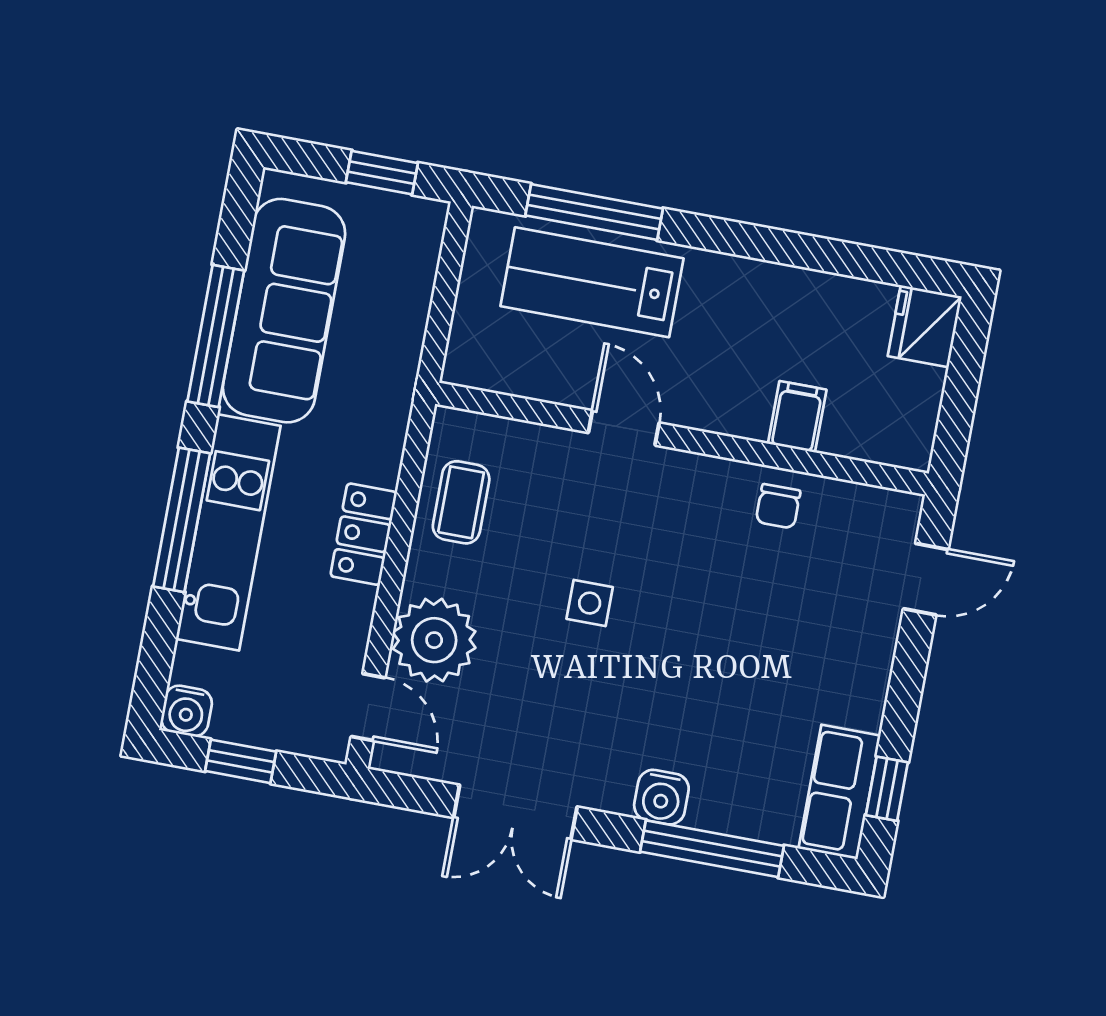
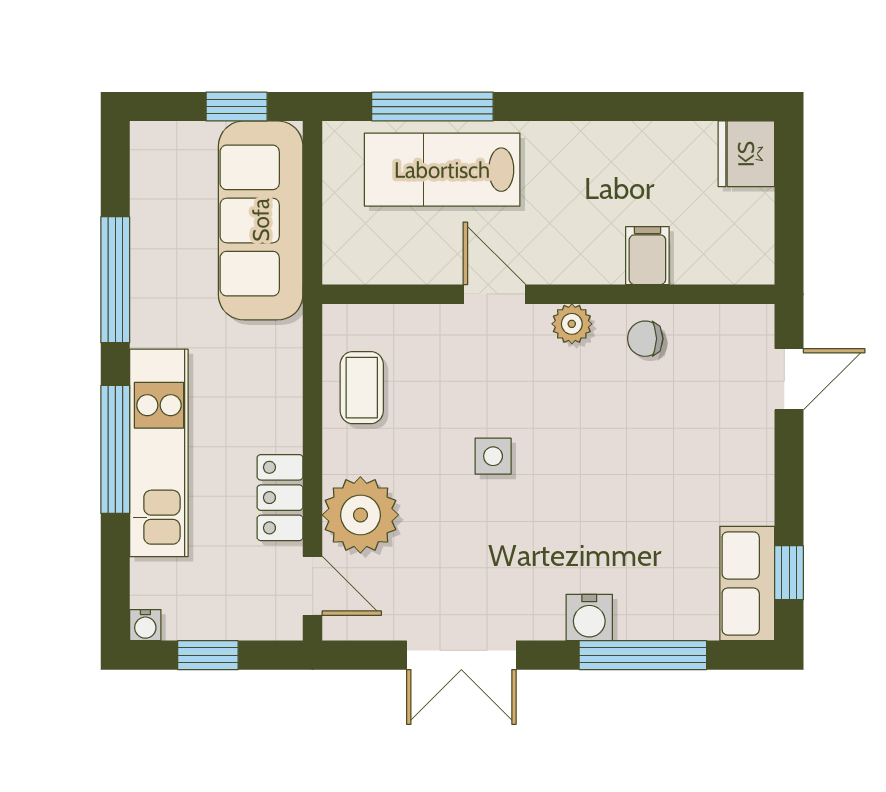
sofa: (284, 311) -> (261, 220), moved, turned 180
plant: (701, 475) -> (572, 324), added
chair: (778, 506) -> (645, 339), turned 90
locker: (364, 534) -> (280, 498), moved
water cooler: (187, 711) -> (145, 625), width x0.72, depth x0.72

